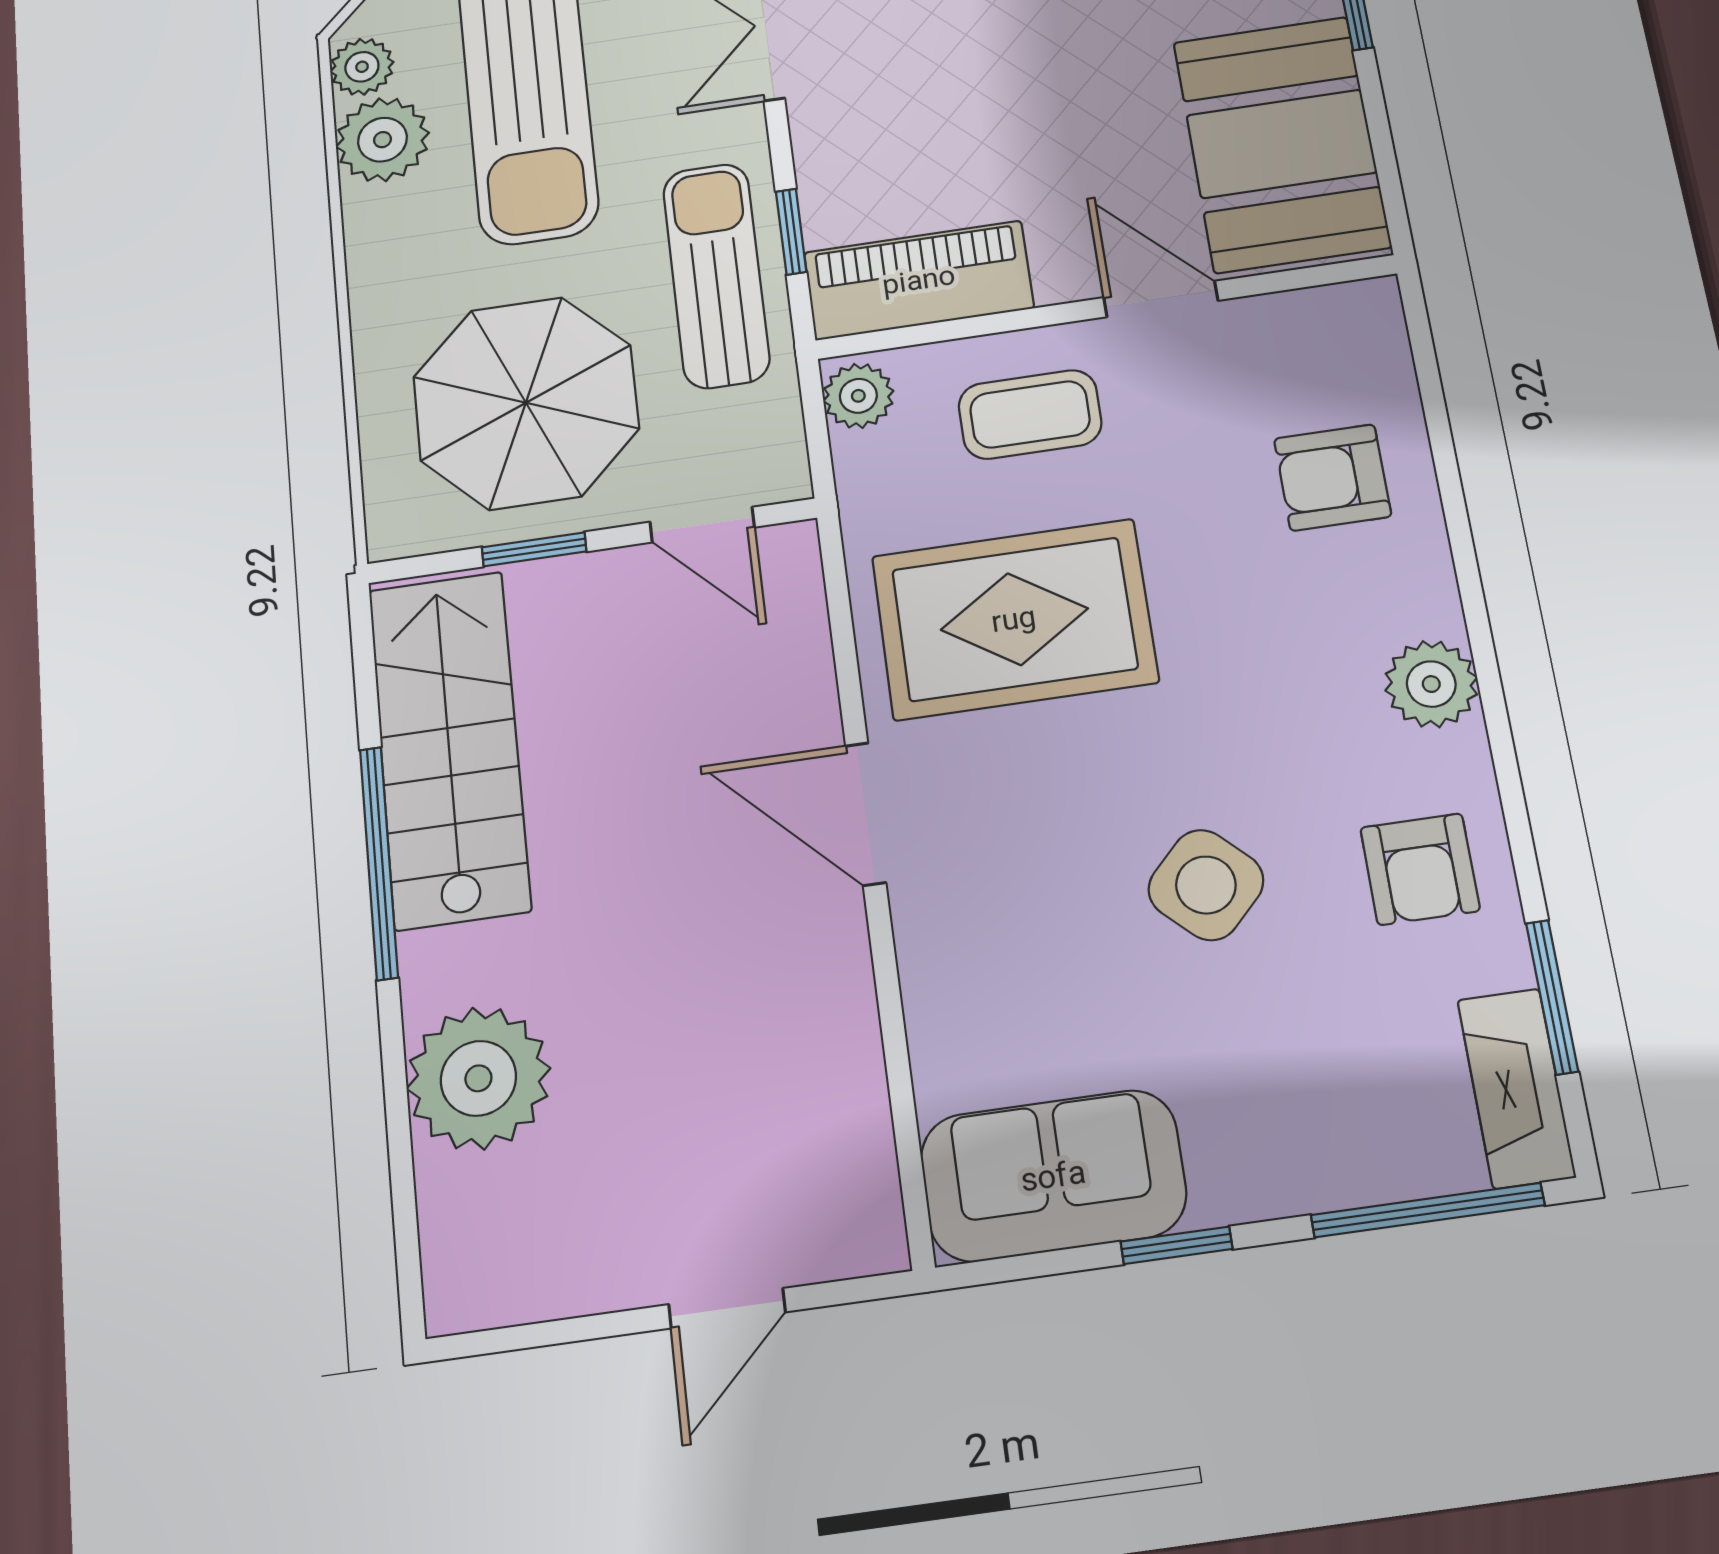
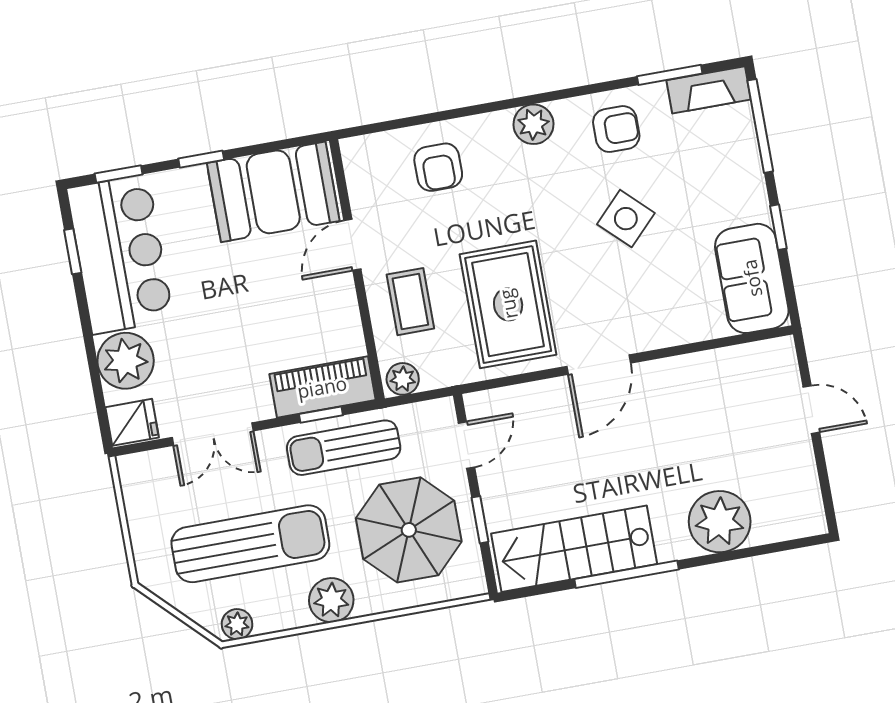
plant: (382, 140) -> (331, 600), moved
piano: (919, 280) -> (322, 387), moved, turned 90

